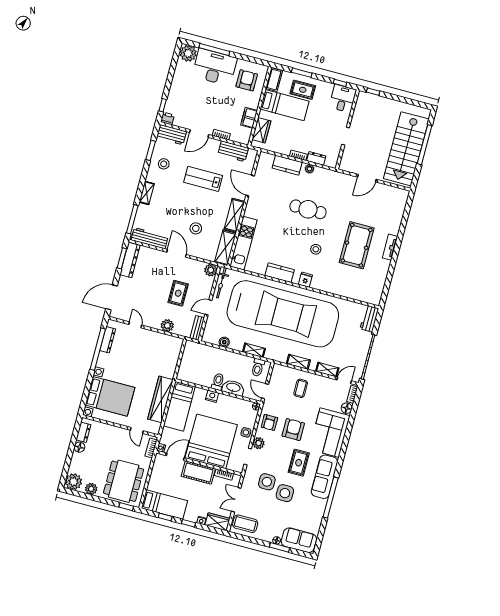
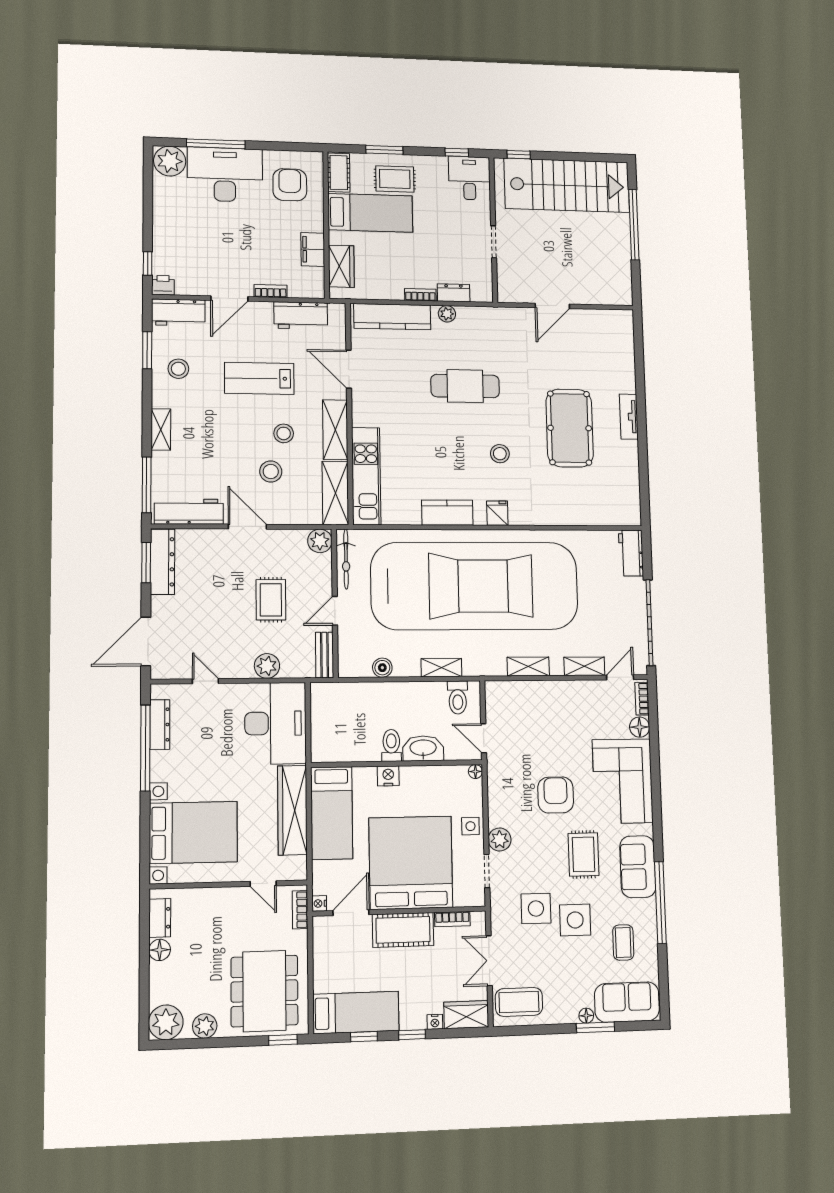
stairs: (406, 149) -> (567, 185), moved, turned -90
kitchen counter: (287, 165) -> (392, 317), width x1.50
stool: (208, 211) -> (284, 433), added
desk: (164, 355) -> (275, 723), added
coffee table: (301, 388) -> (623, 942), moved
armchair: (269, 422) -> (508, 795), removed
sofa: (324, 477) -> (638, 867), width x0.73

